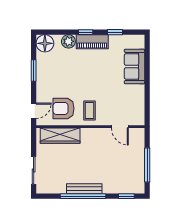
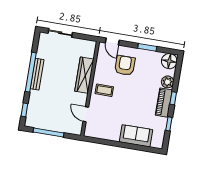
armchair: (63, 108) -> (125, 65), moved
door: (120, 127) -> (86, 114), hinge flipped
wardrobe: (60, 136) -> (84, 75), moved

